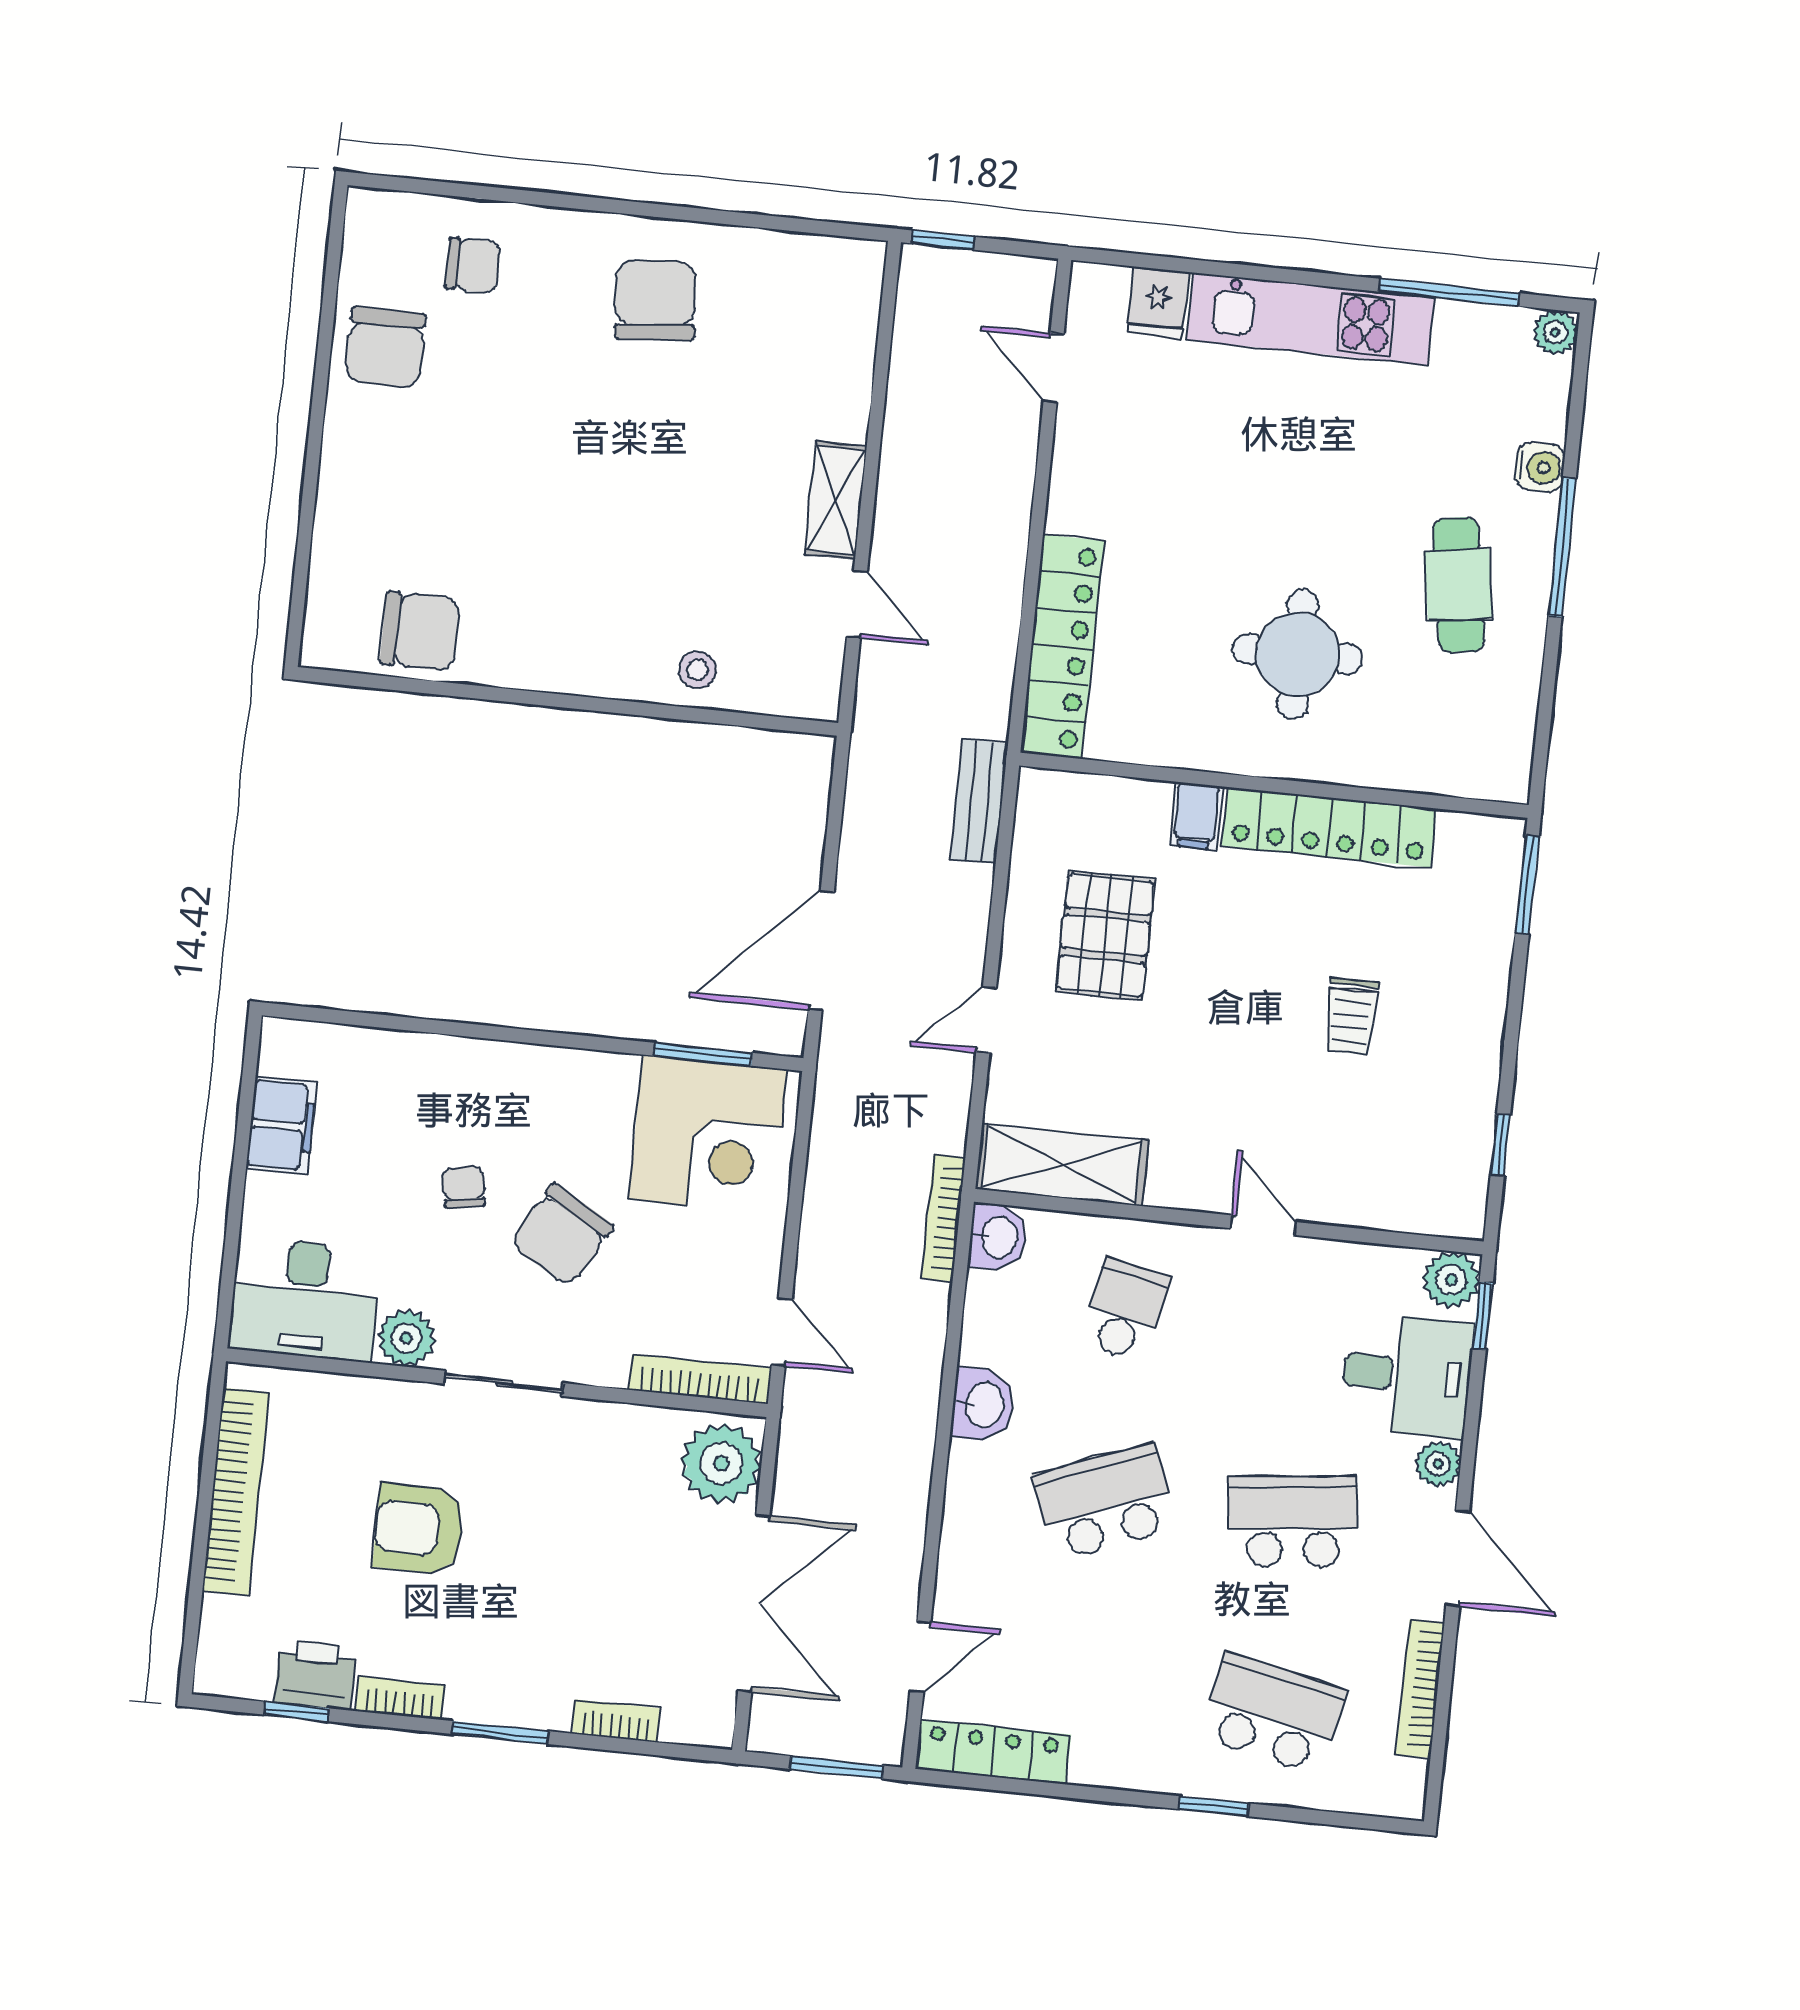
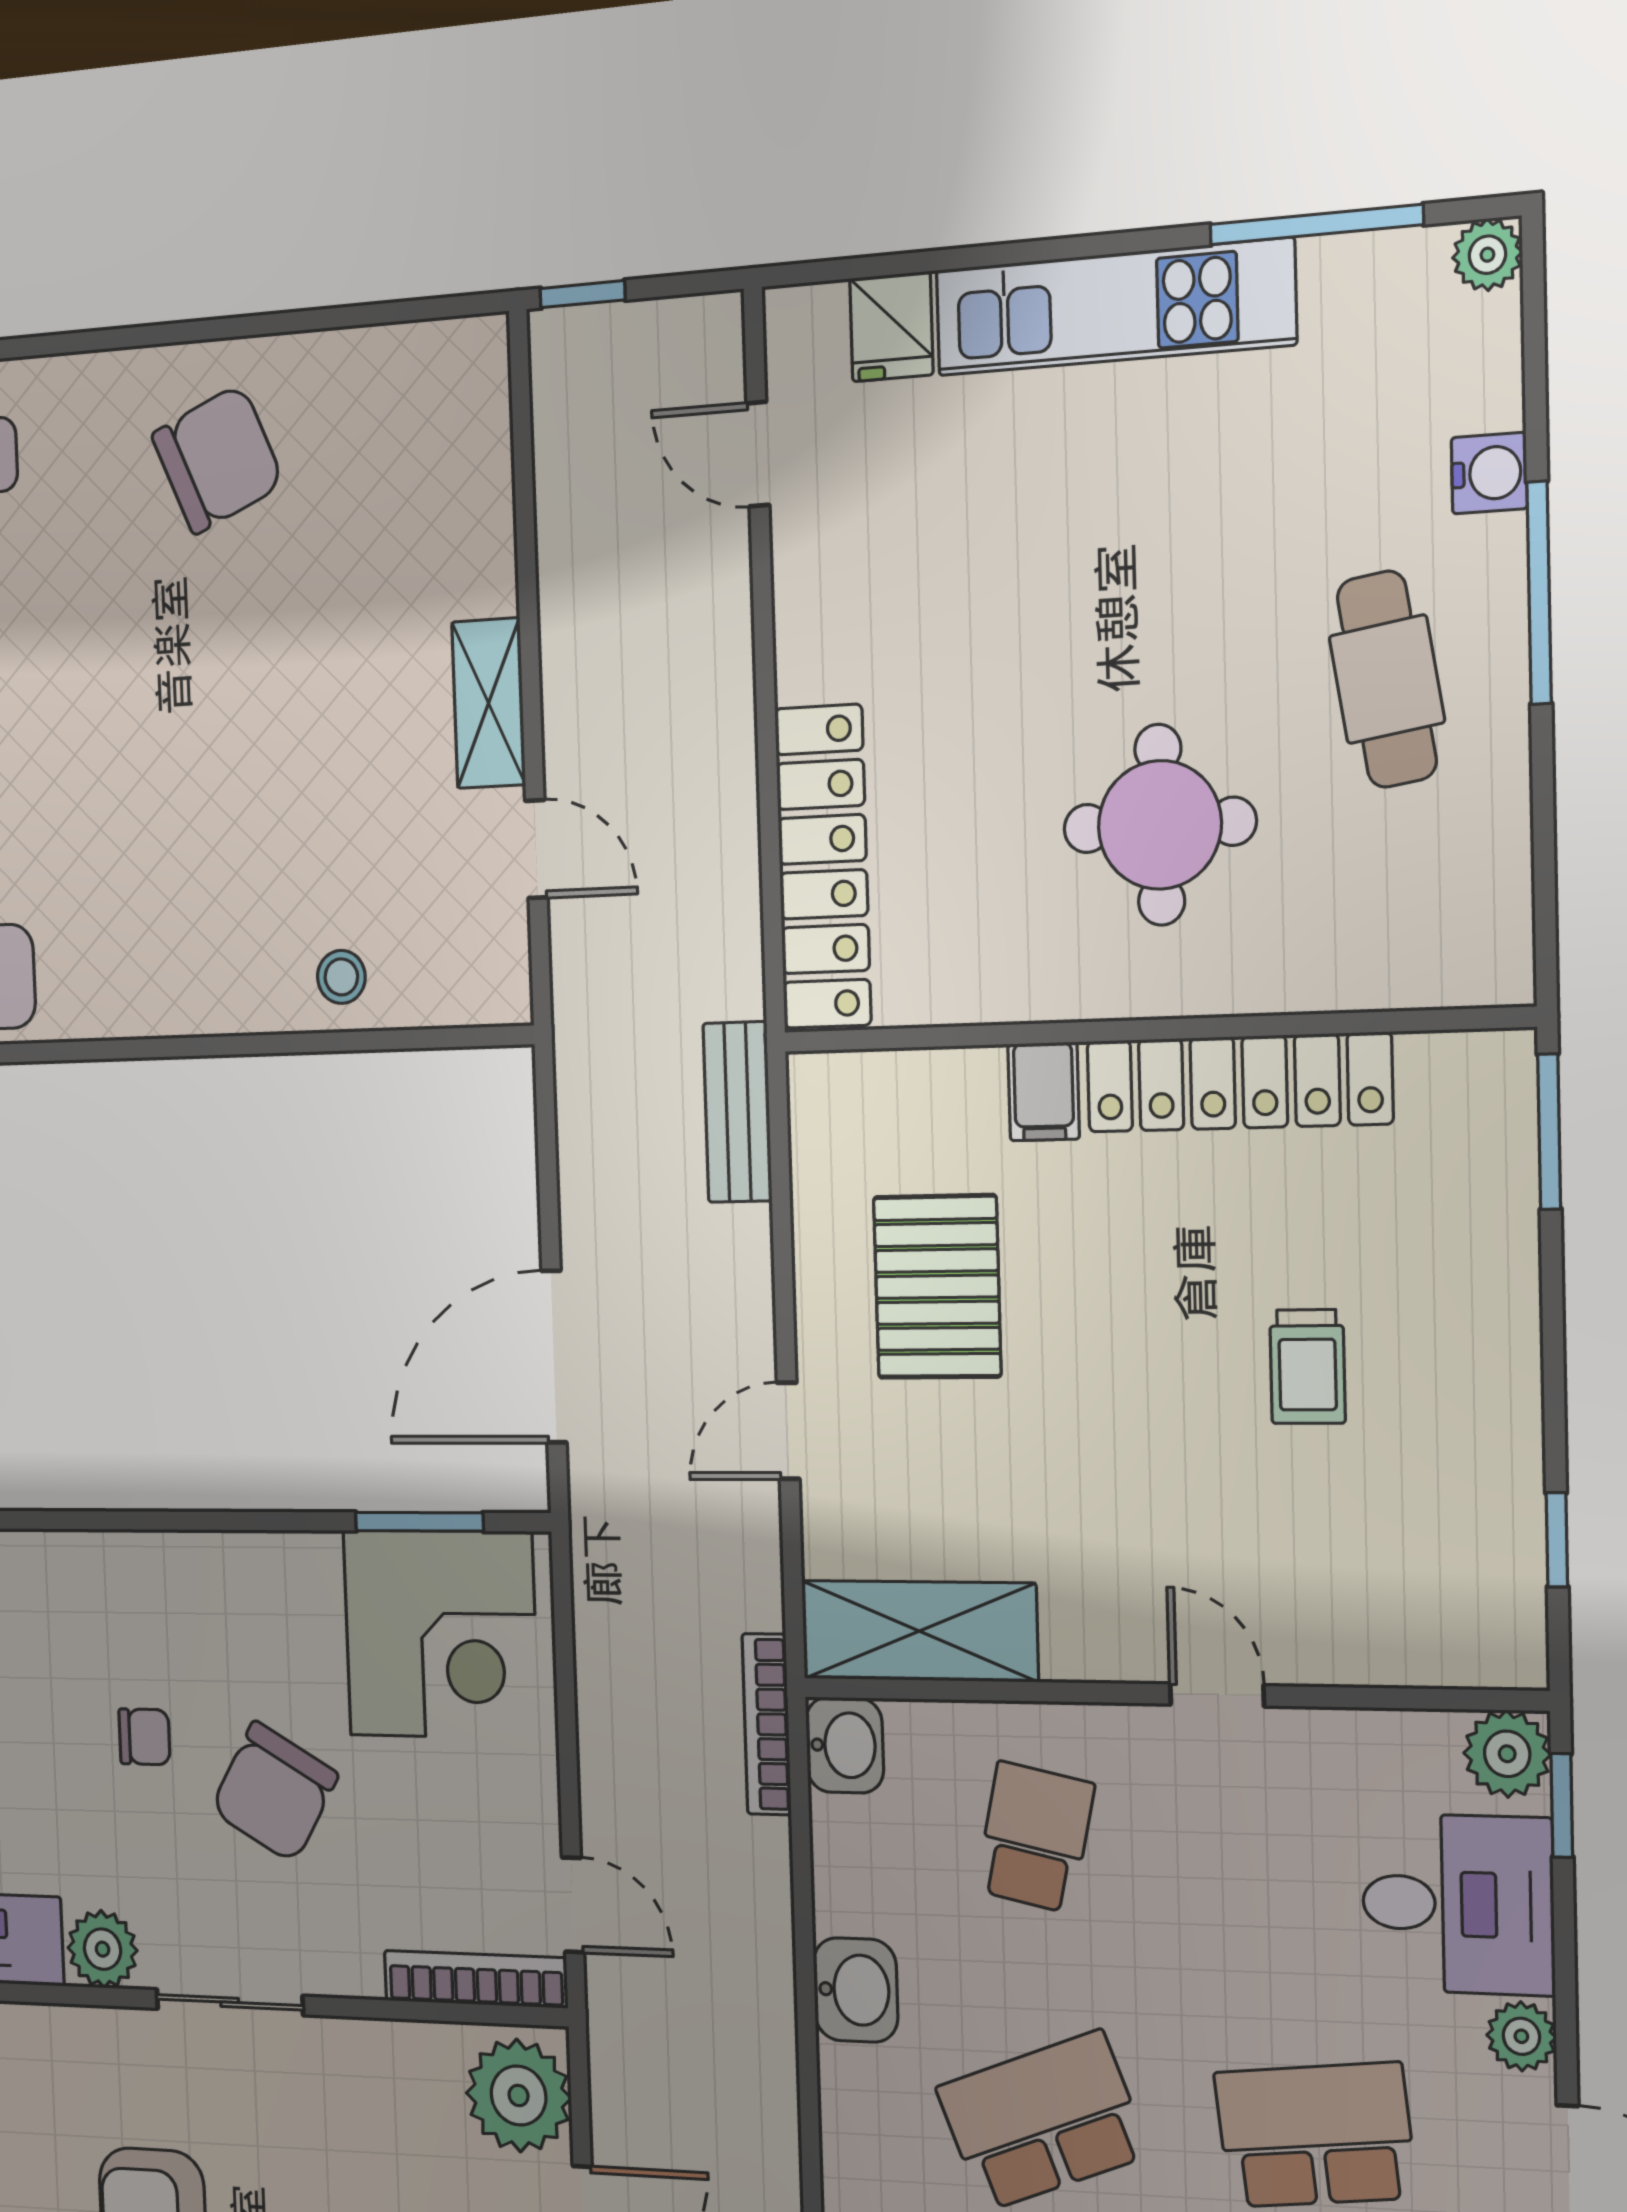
chair: (655, 300) -> (218, 459), turned 72
chair: (464, 1187) -> (144, 1737), turned 100

